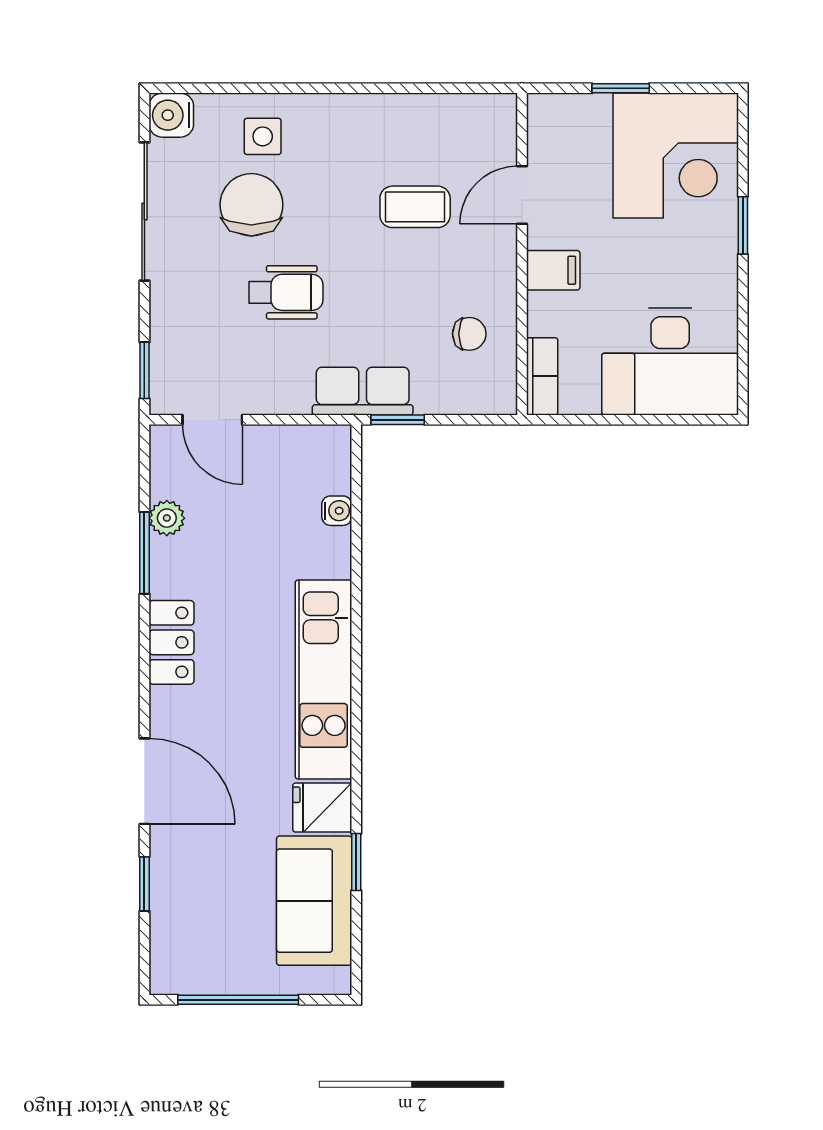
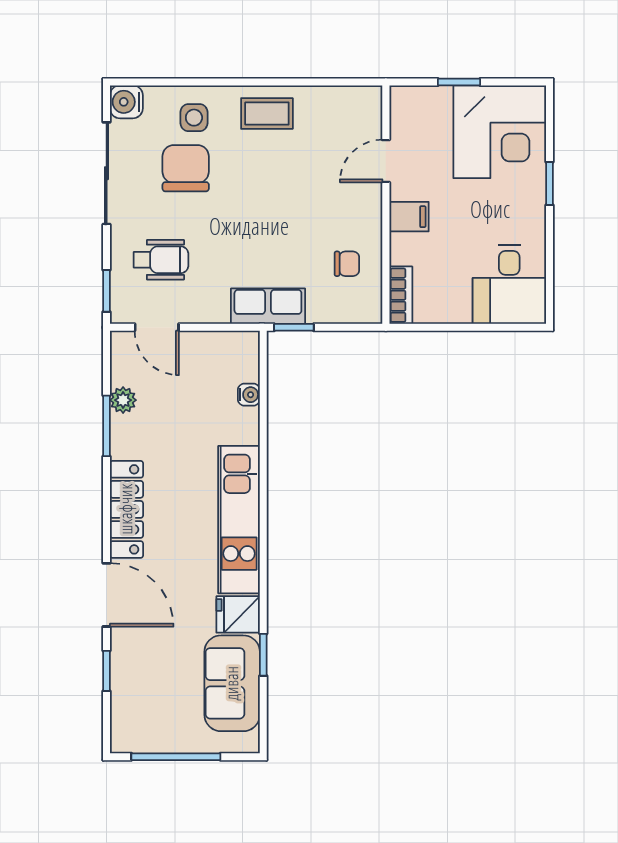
coffee table: (415, 207) -> (267, 113), moved
wheelchair: (286, 292) -> (161, 260), moved
desk: (670, 362) -> (509, 284), width x0.73
locker: (171, 642) -> (126, 509), width x1.53

